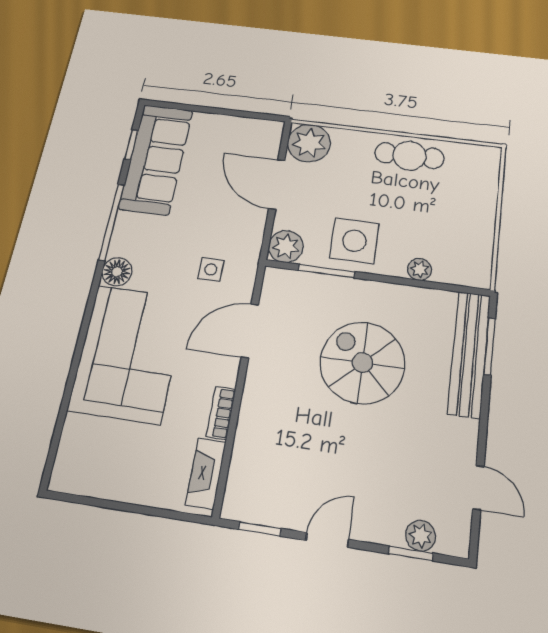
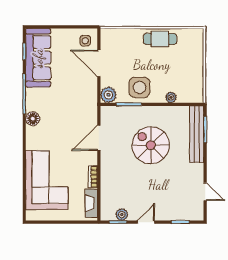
plant: (309, 143) -> (111, 39), removed
side table: (211, 269) -> (85, 41), moved
corner sofa: (128, 353) -> (47, 180), moved
plant: (421, 536) -> (122, 215), moved

